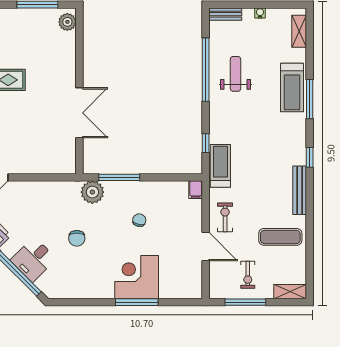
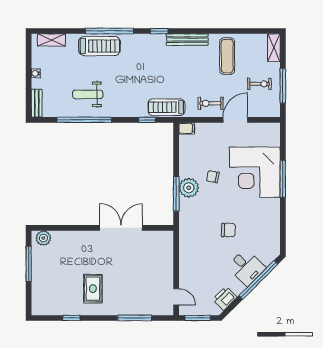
window: (310, 99) -> (109, 31), width x1.46
plant: (92, 192) -> (189, 188), moved
corner desk: (137, 277) -> (255, 172), width x1.36, depth x1.36

